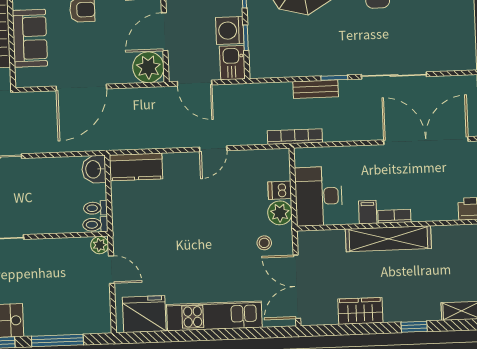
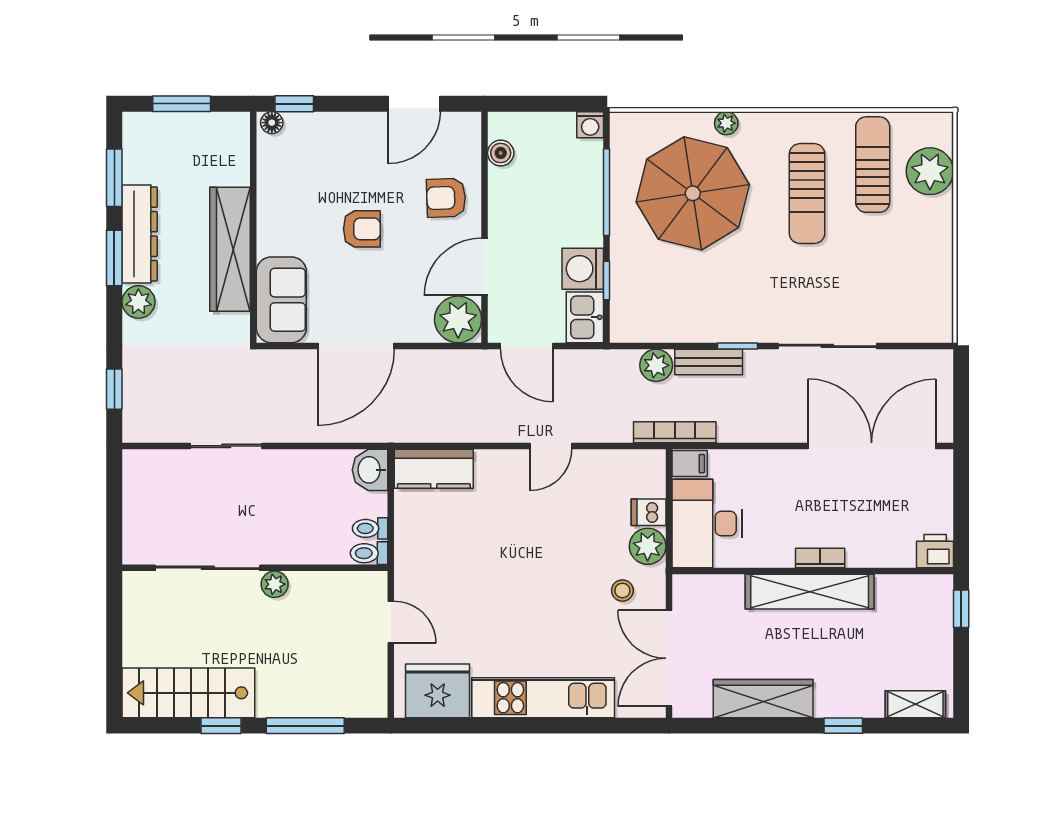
sofa: (30, 38) -> (281, 300), moved
plant: (281, 93) -> (656, 365), added
filing cabinet: (368, 212) -> (690, 464), moved, turned 90
plant: (100, 245) -> (275, 584), moved
wardrobe: (360, 311) -> (763, 699), width x1.50

